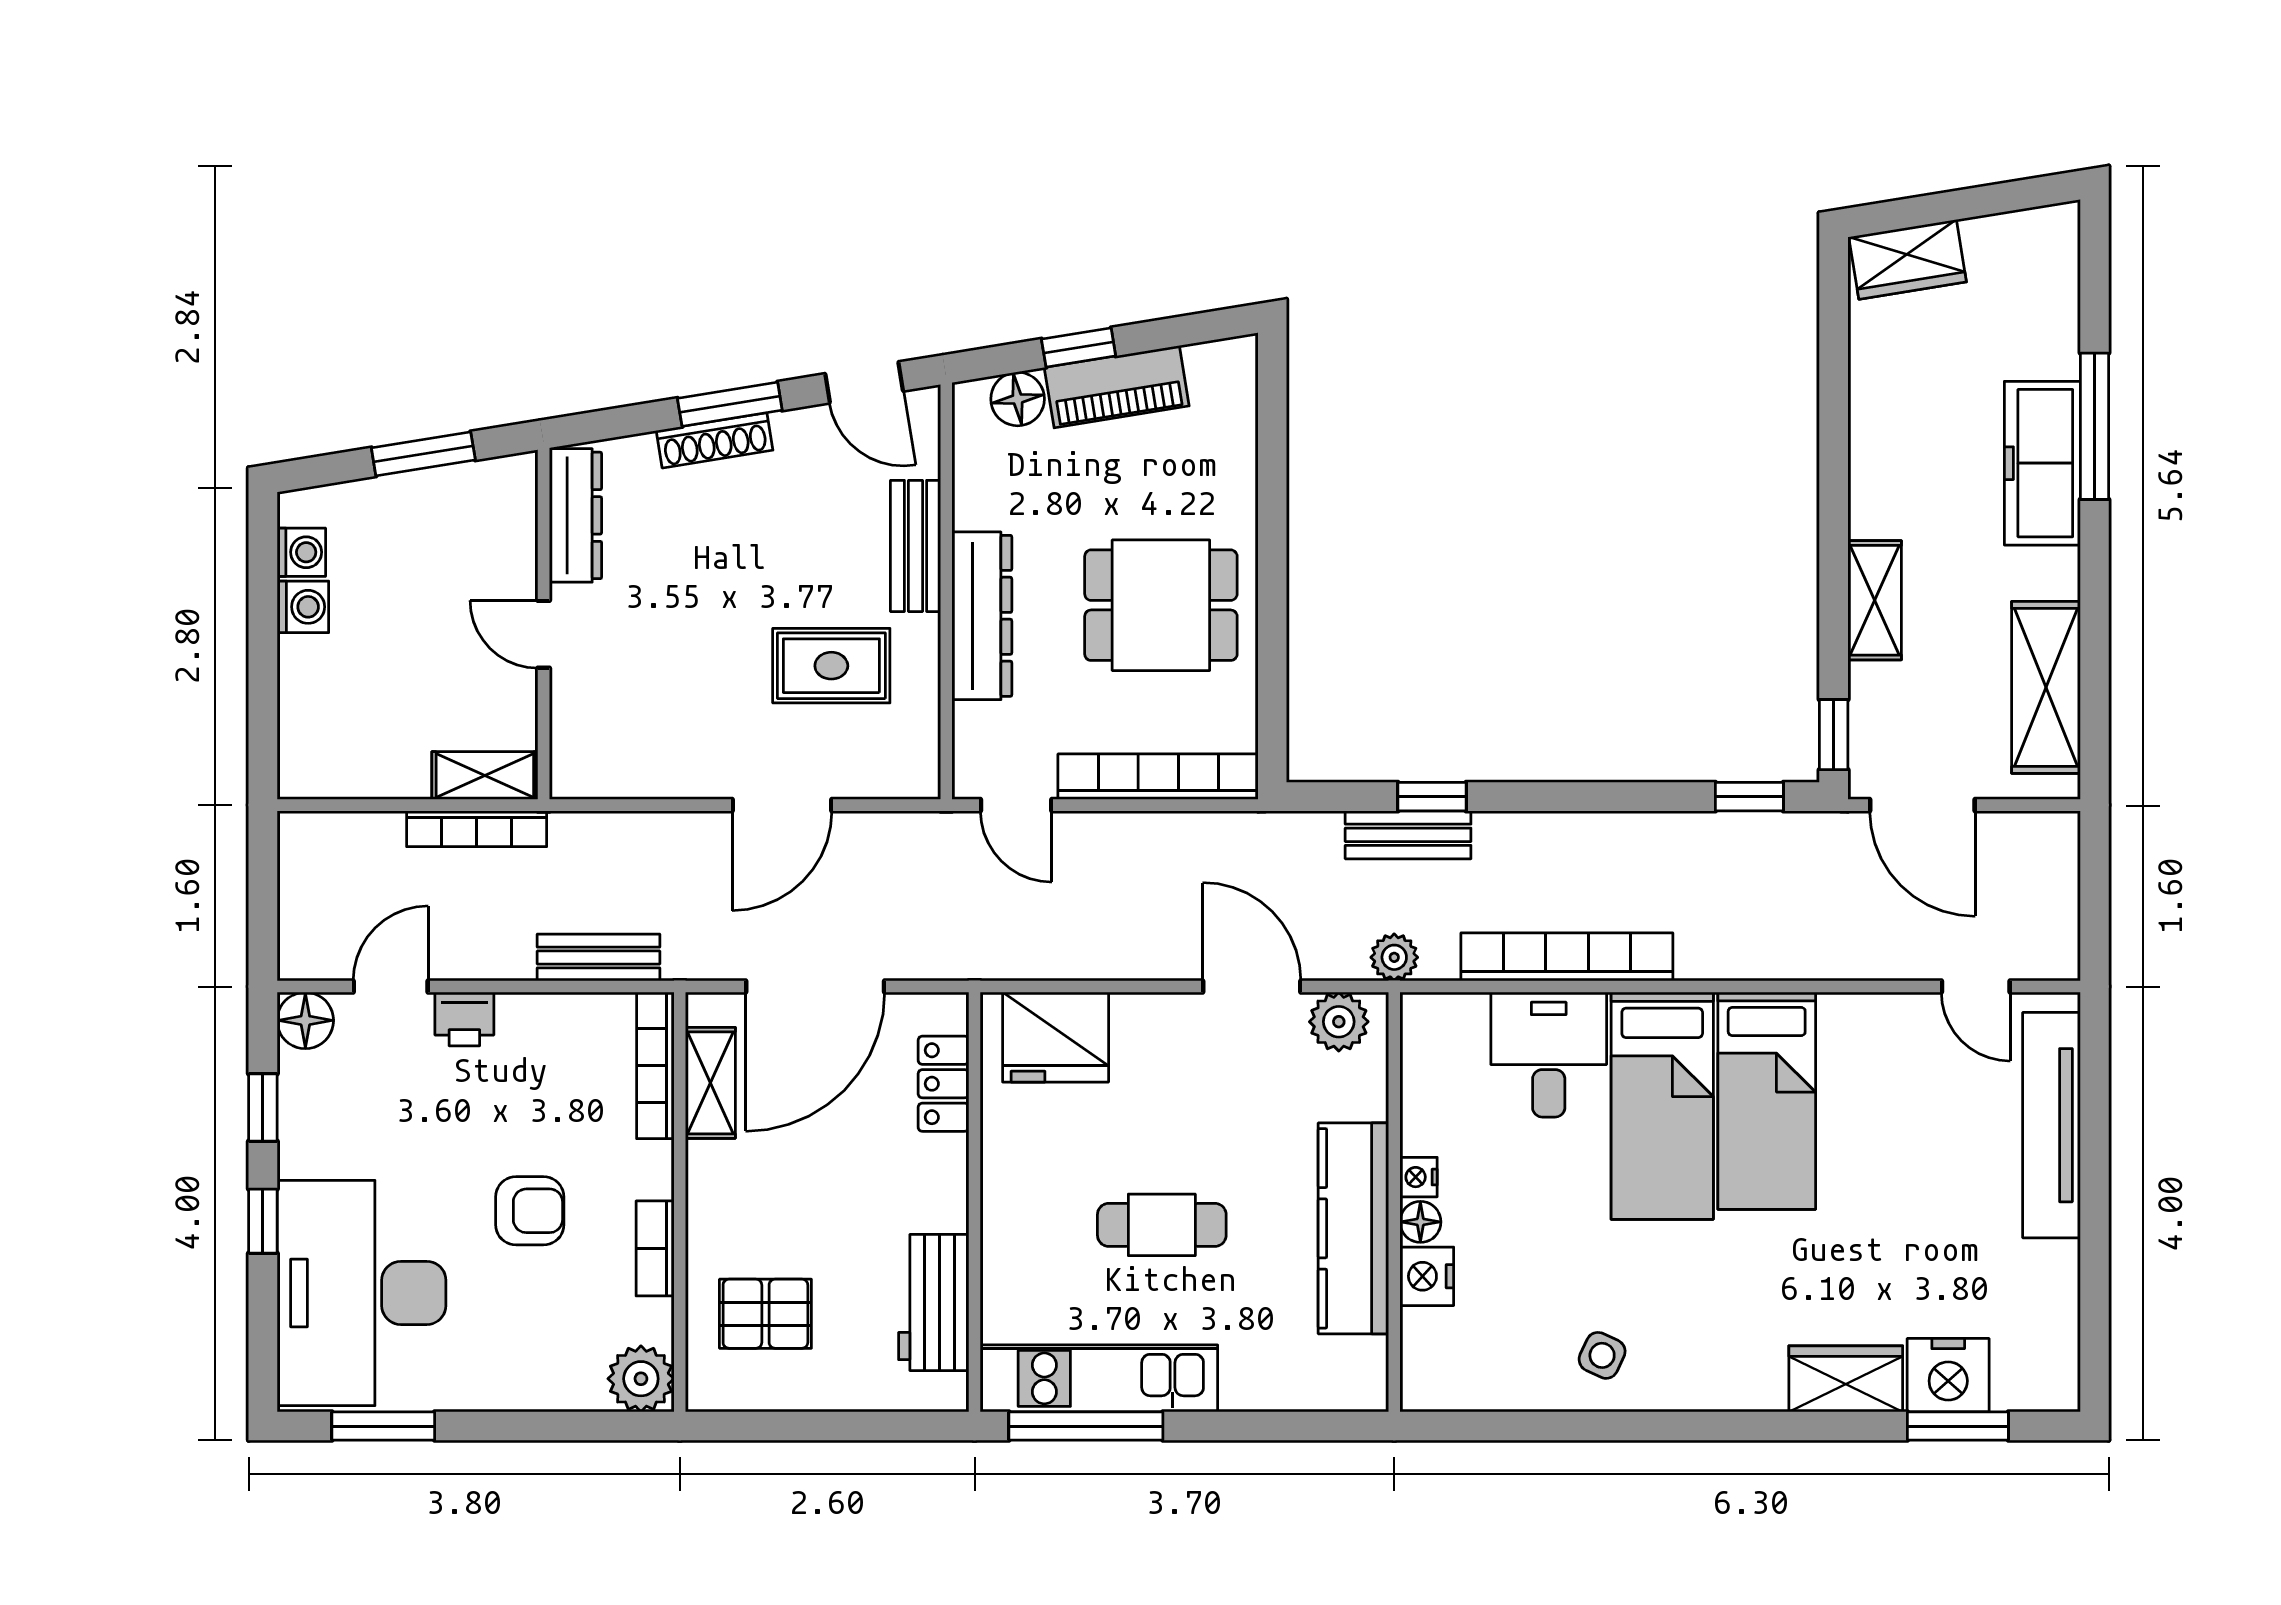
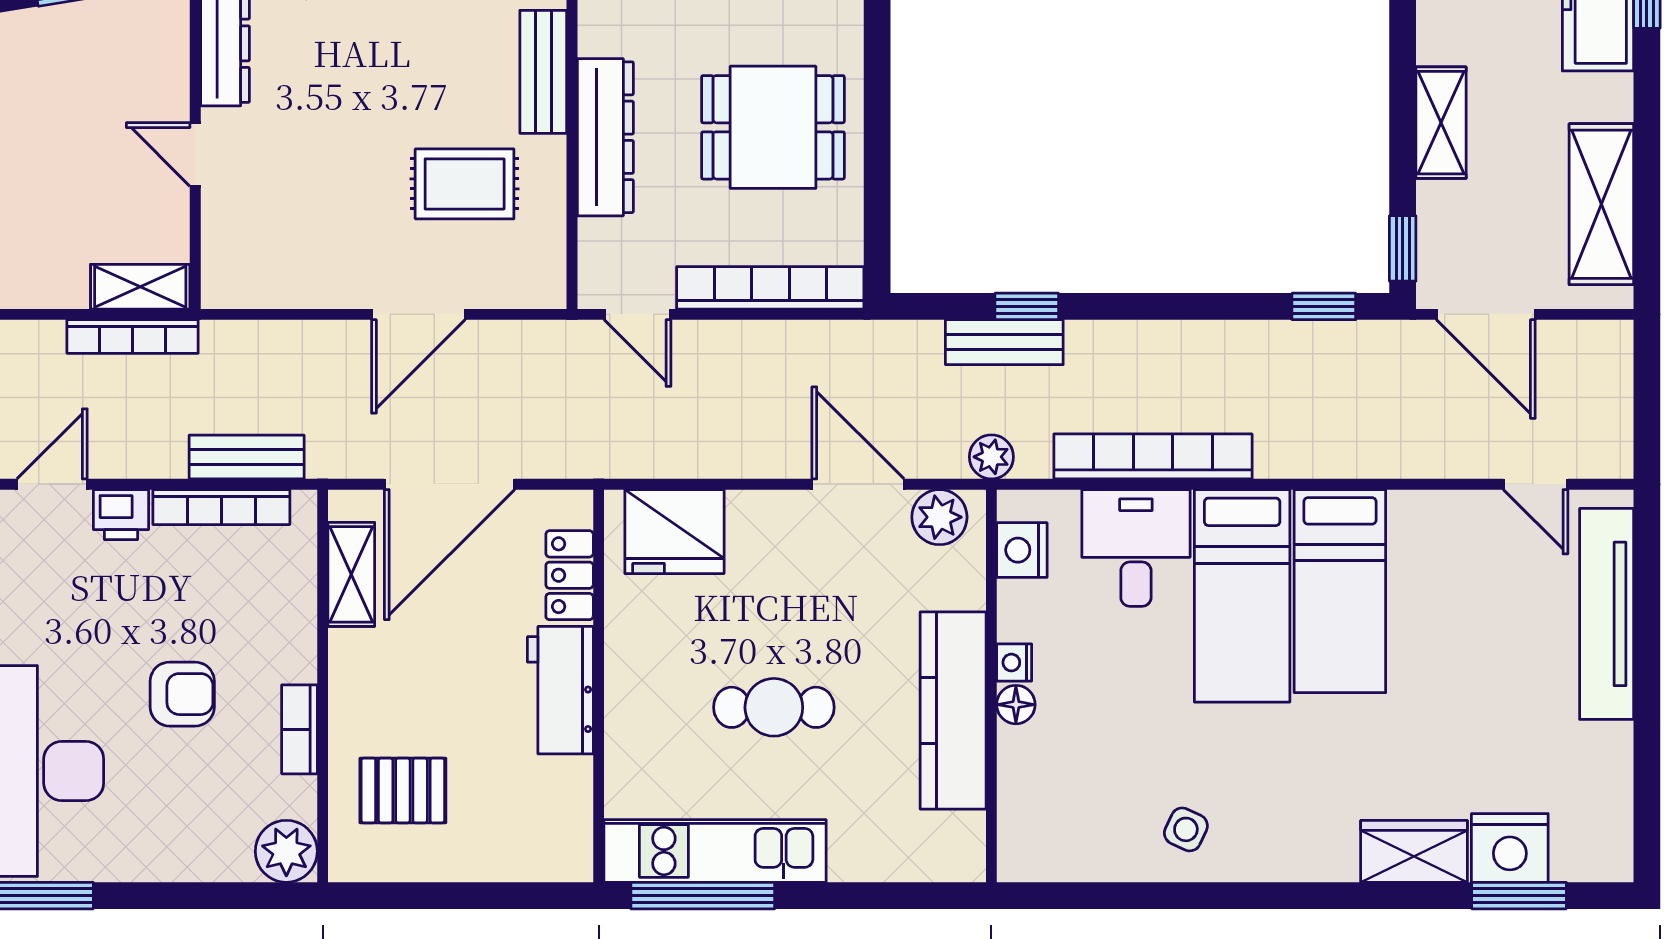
bookcase: (655, 1065) -> (221, 507), moved, turned -90
nightstand: (1427, 1276) -> (1022, 550), moved
workbench: (934, 1302) -> (560, 690), moved

